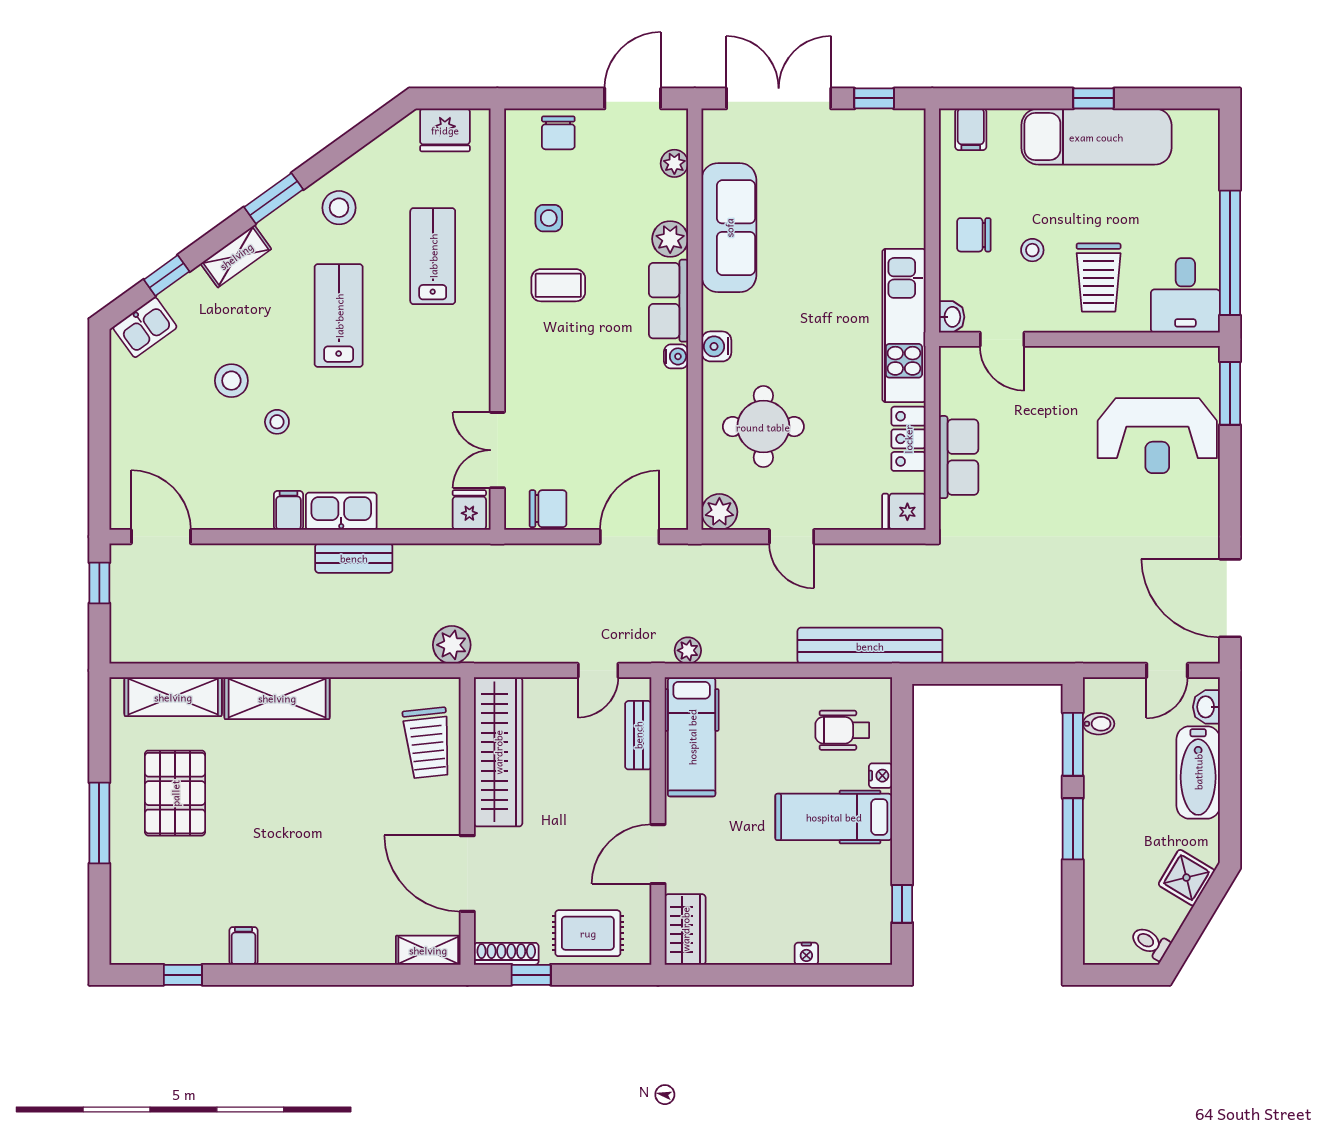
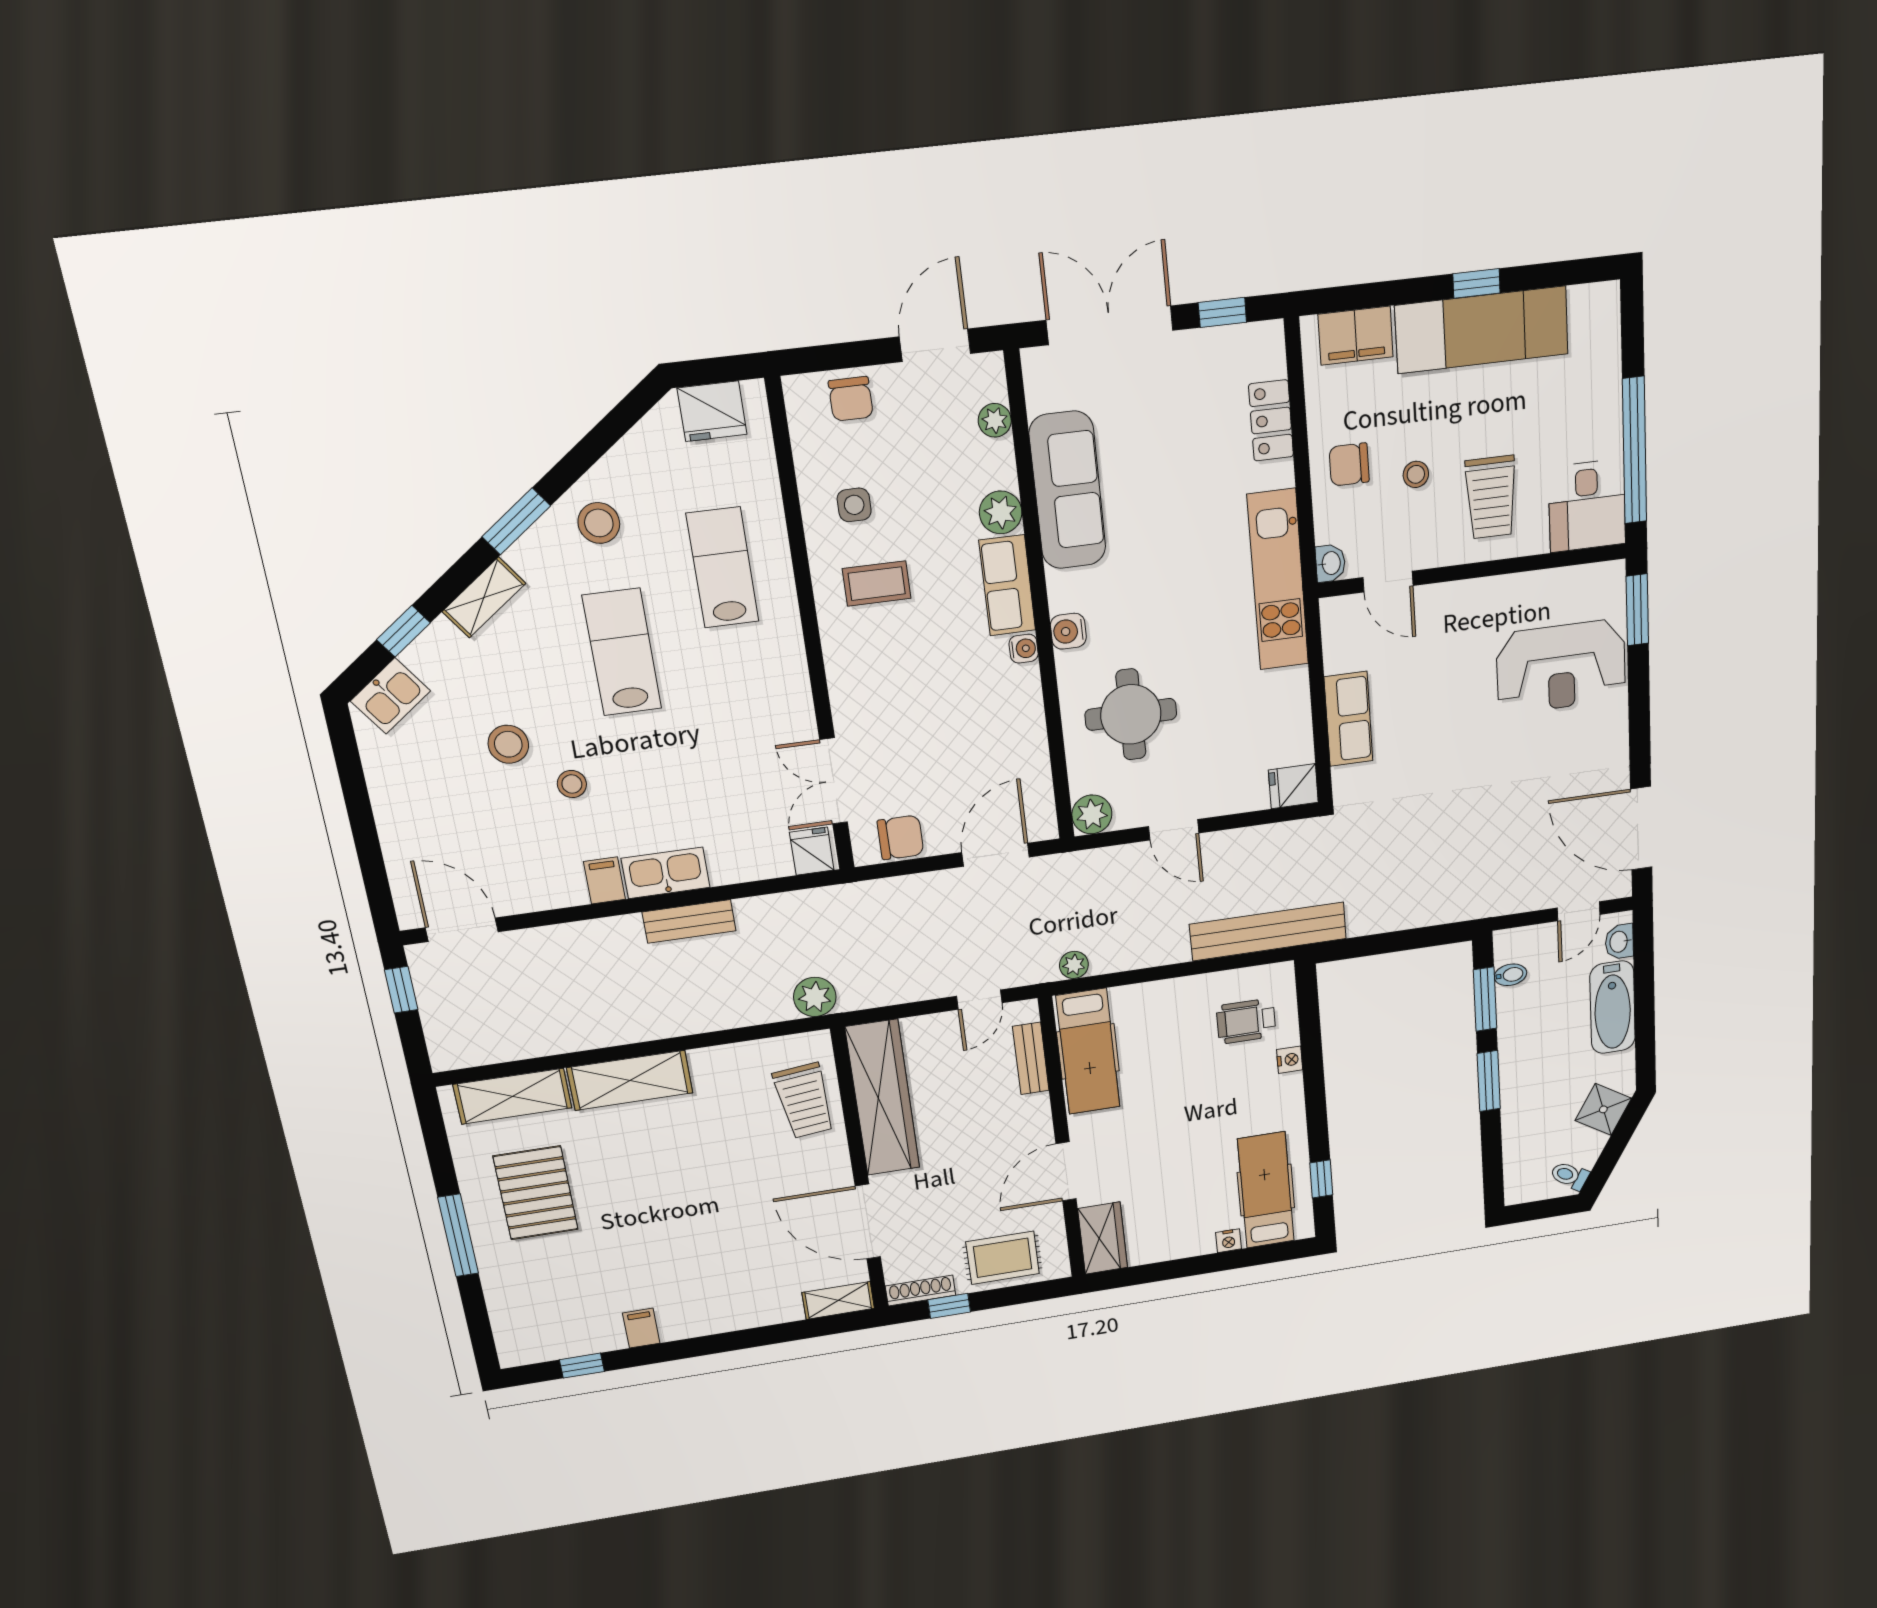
filing cabinet: (971, 129) -> (1356, 336), width x2.00
locker: (908, 439) -> (1271, 420), moved
hospital bed: (834, 817) -> (1266, 1190), moved, turned 90

